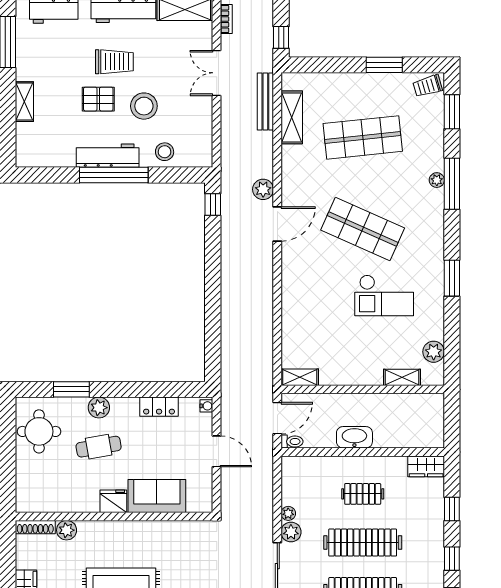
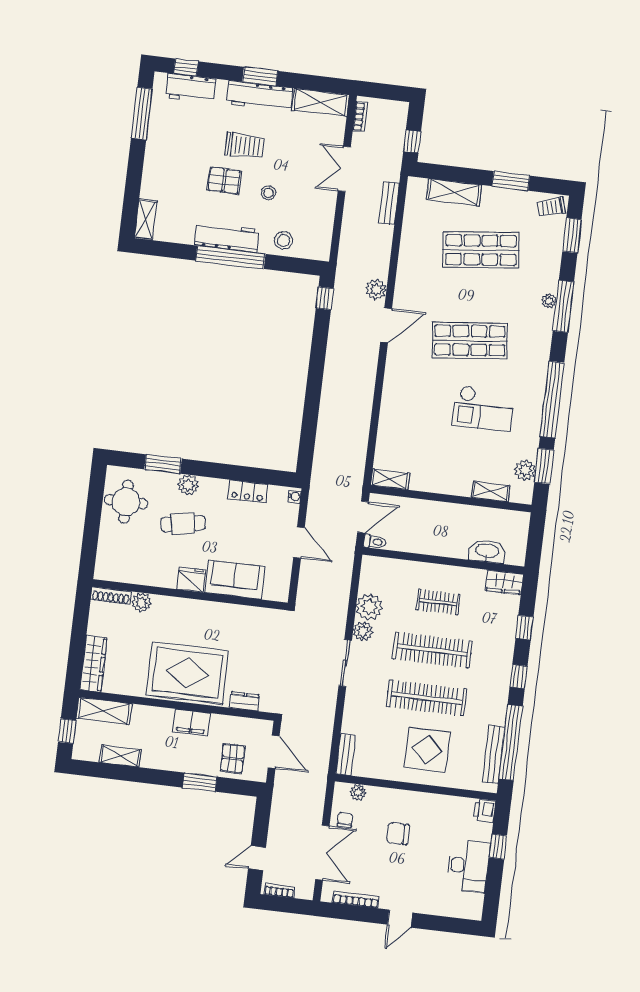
shelving: (24, 102) -> (146, 219), moved
bench: (265, 102) -> (389, 203), width x0.73
stool: (144, 106) -> (269, 193), width x0.53, depth x0.53
shelving: (292, 117) -> (454, 192), moved, turned 90
shop shelf: (363, 229) -> (470, 340), turned -30
window: (452, 278) -> (552, 400), width x2.11
window: (452, 345) -> (544, 466), added
washbasin: (354, 437) -> (487, 551), moved
plant: (288, 513) -> (369, 607), width x1.88, depth x1.88

